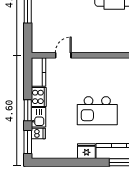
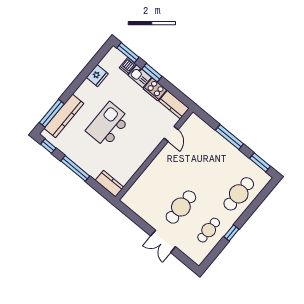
fridge: (86, 151) -> (97, 76), moved

